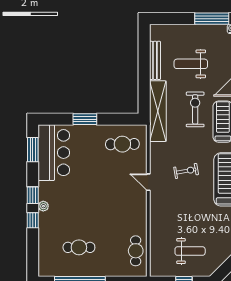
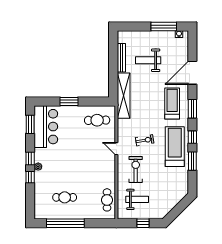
exercise bike: (195, 109) -> (136, 170), moved
weight bench: (190, 251) -> (137, 199), moved

